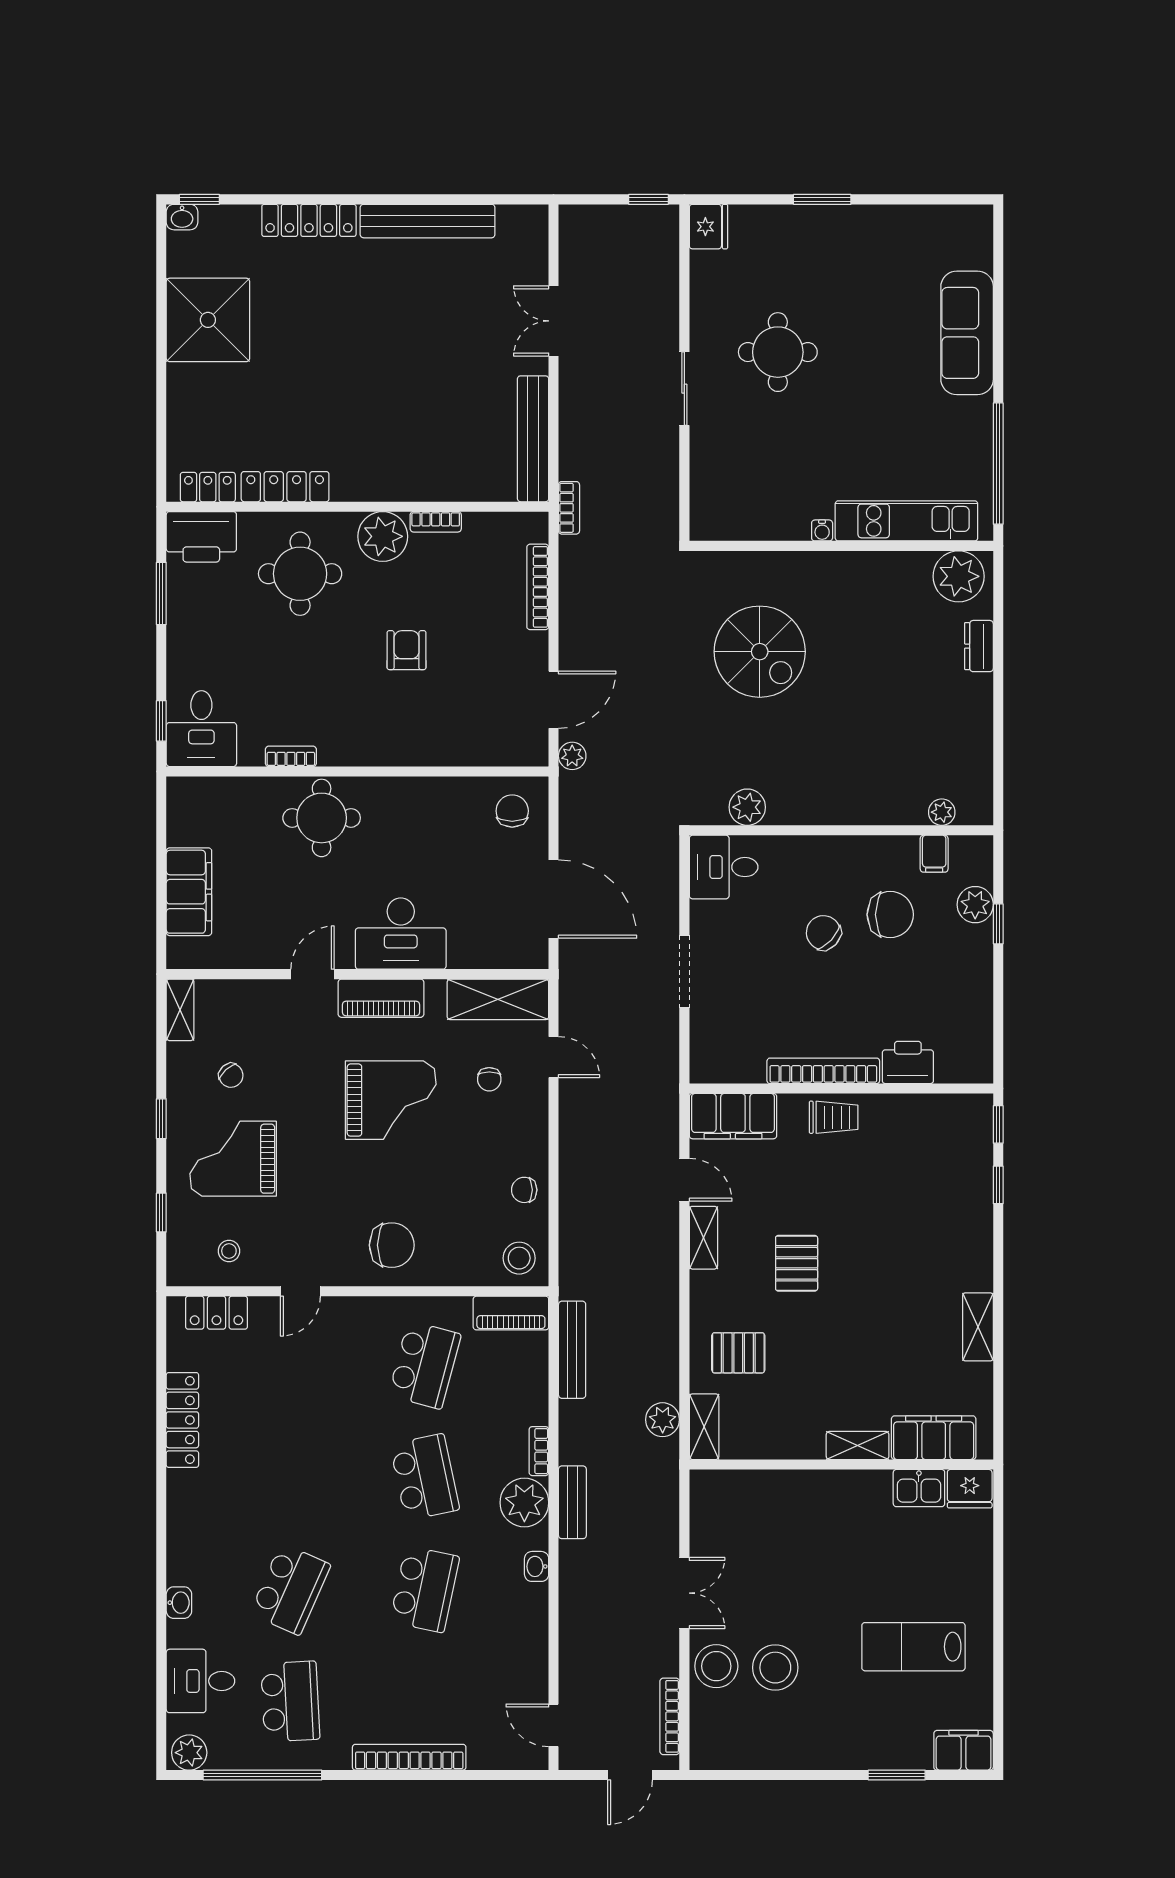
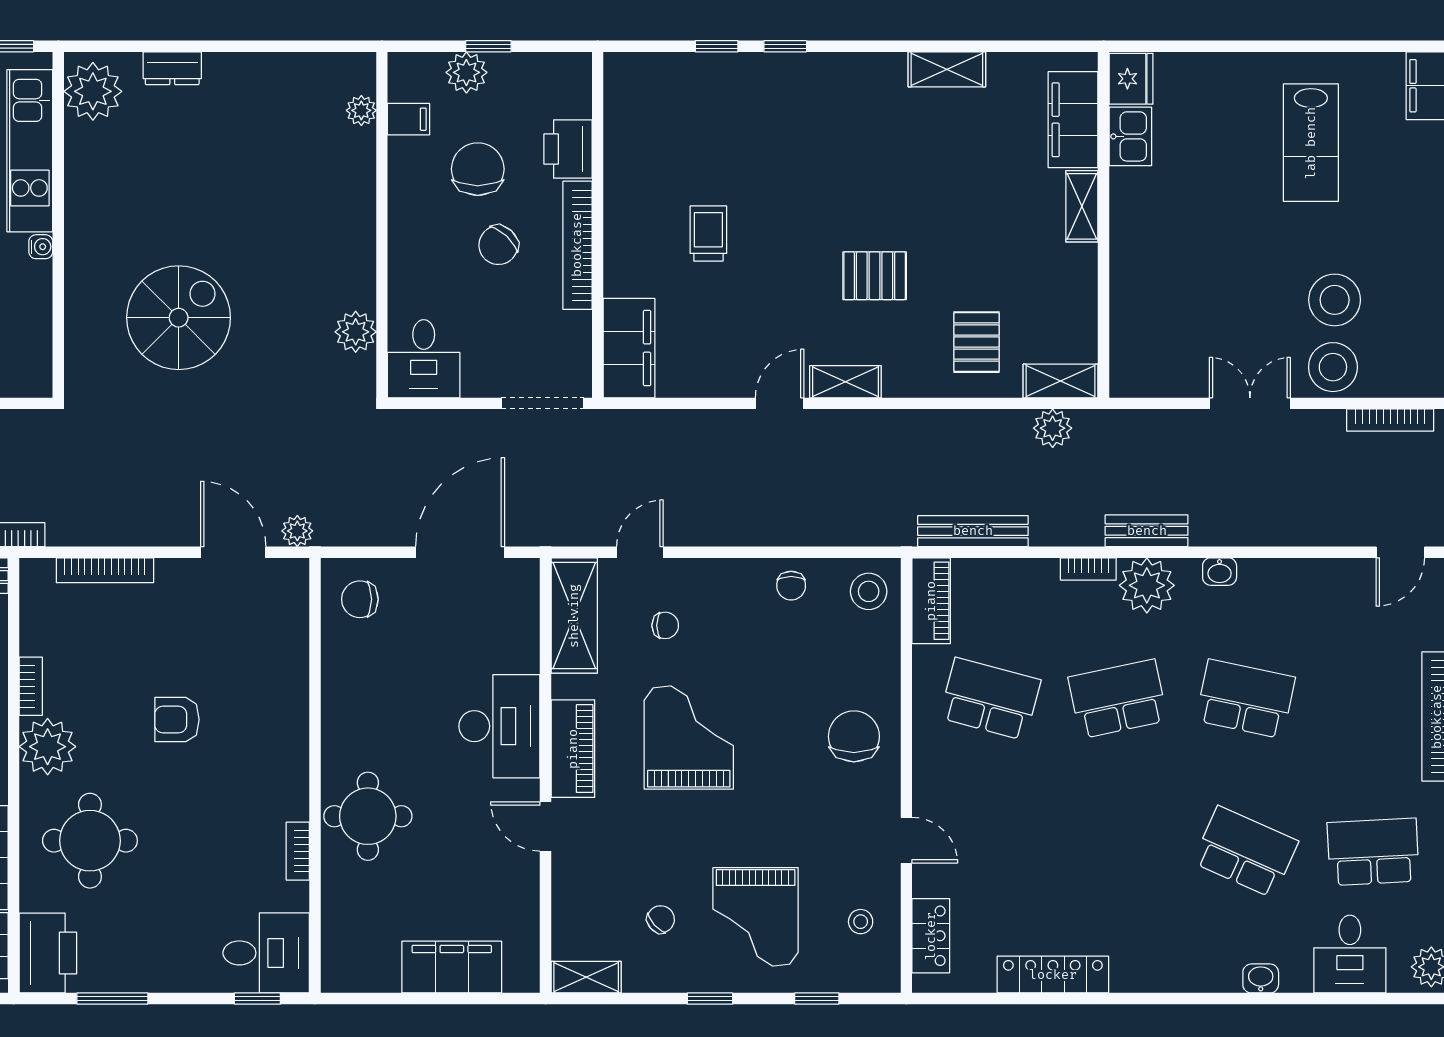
printer: (908, 1062) -> (568, 149), moved
bookcase: (823, 1071) -> (577, 245), moved
wall: (841, 1089) -> (598, 225), moved
filing cabinet: (733, 1116) -> (629, 348), moved

